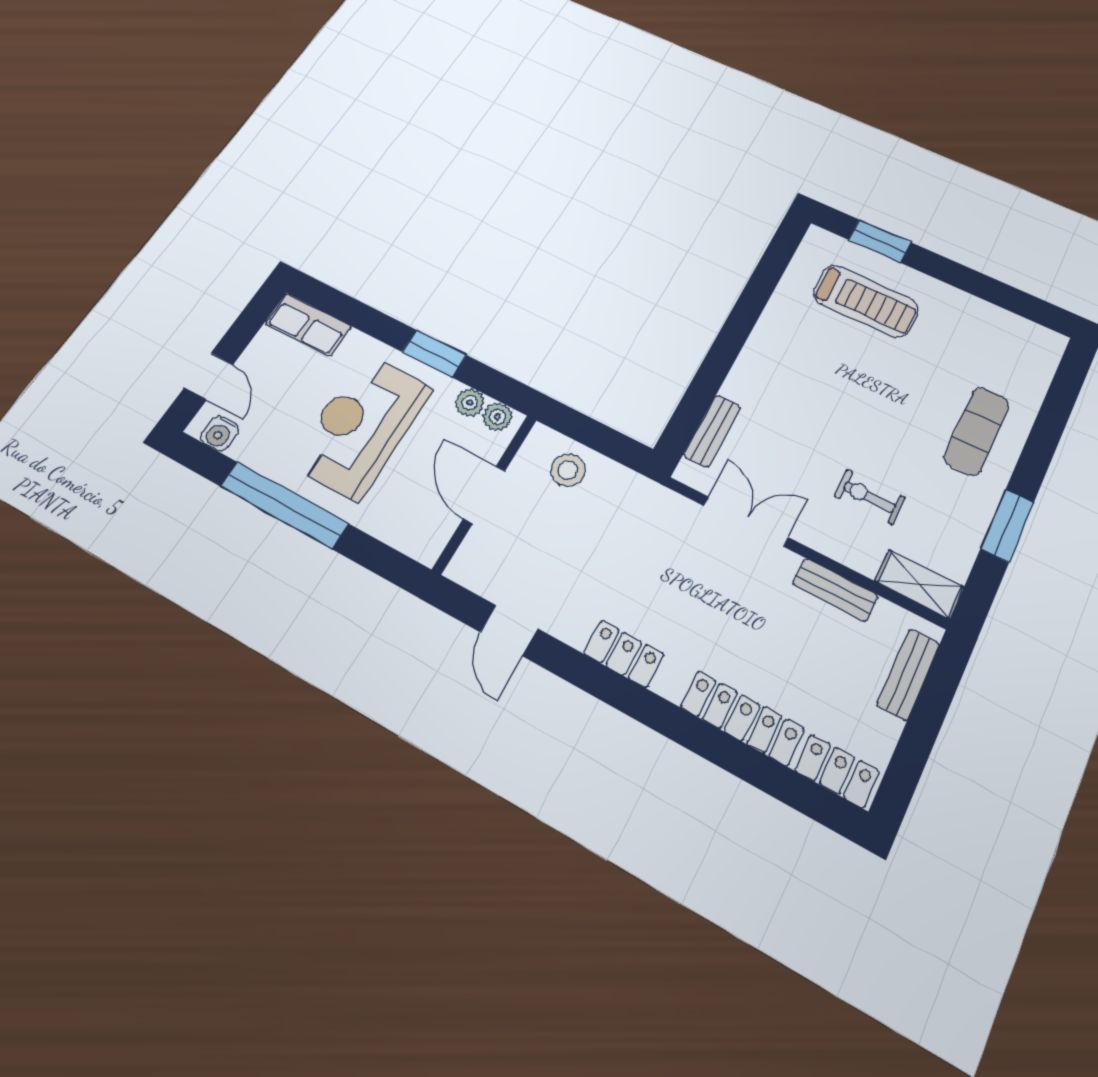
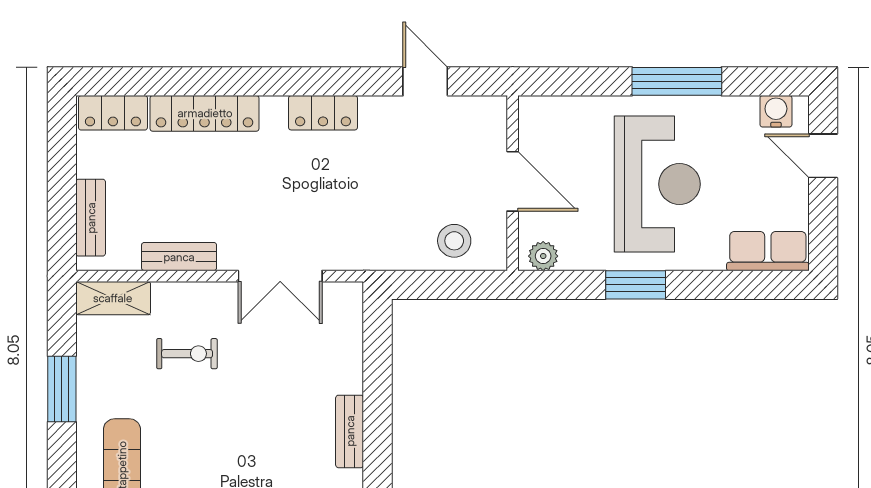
plant: (470, 403) -> (575, 256), removed
bench: (712, 431) -> (350, 431), moved
window: (284, 505) -> (677, 81), width x0.68

